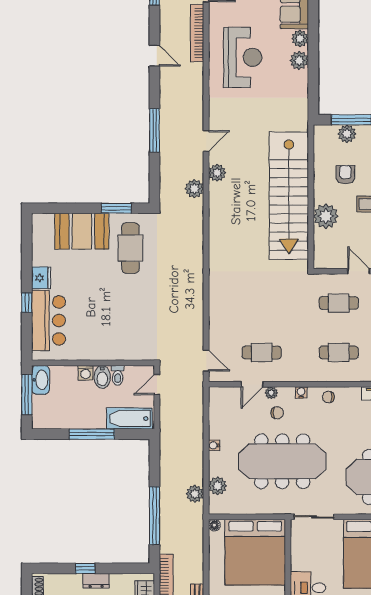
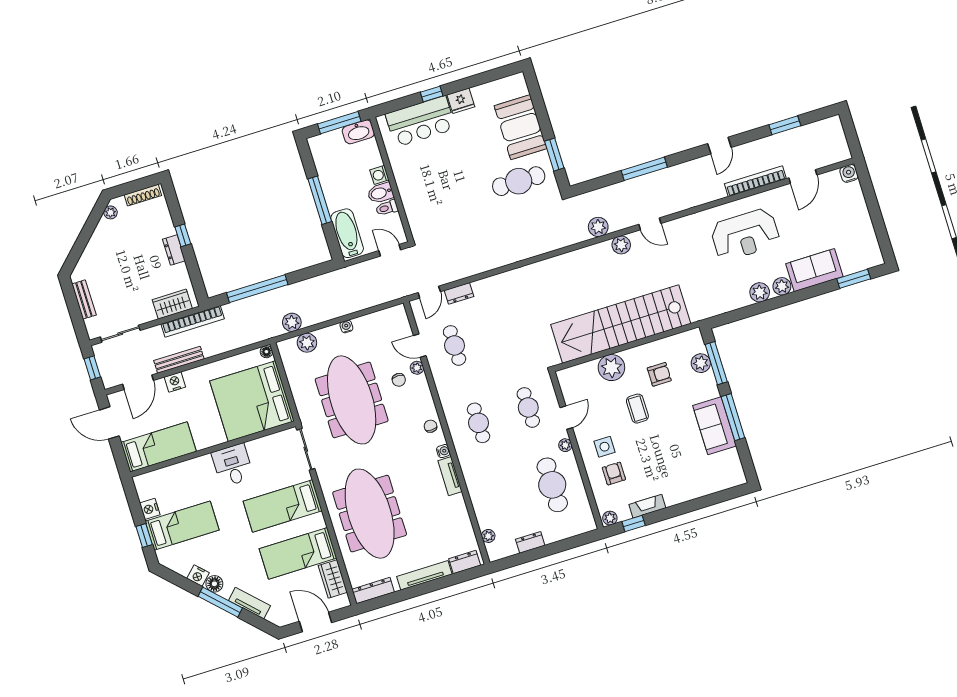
dresser: (216, 334) -> (459, 293), added
water cooler: (301, 392) -> (443, 451), moved

